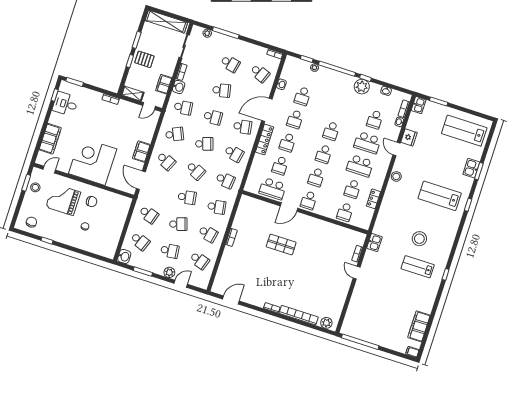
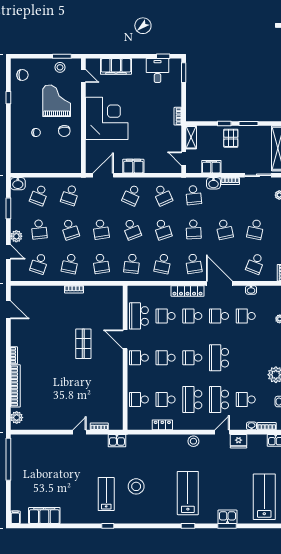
school desk: (331, 131) -> (219, 358), width x1.85
school desk: (196, 171) -> (132, 229), turned -45

